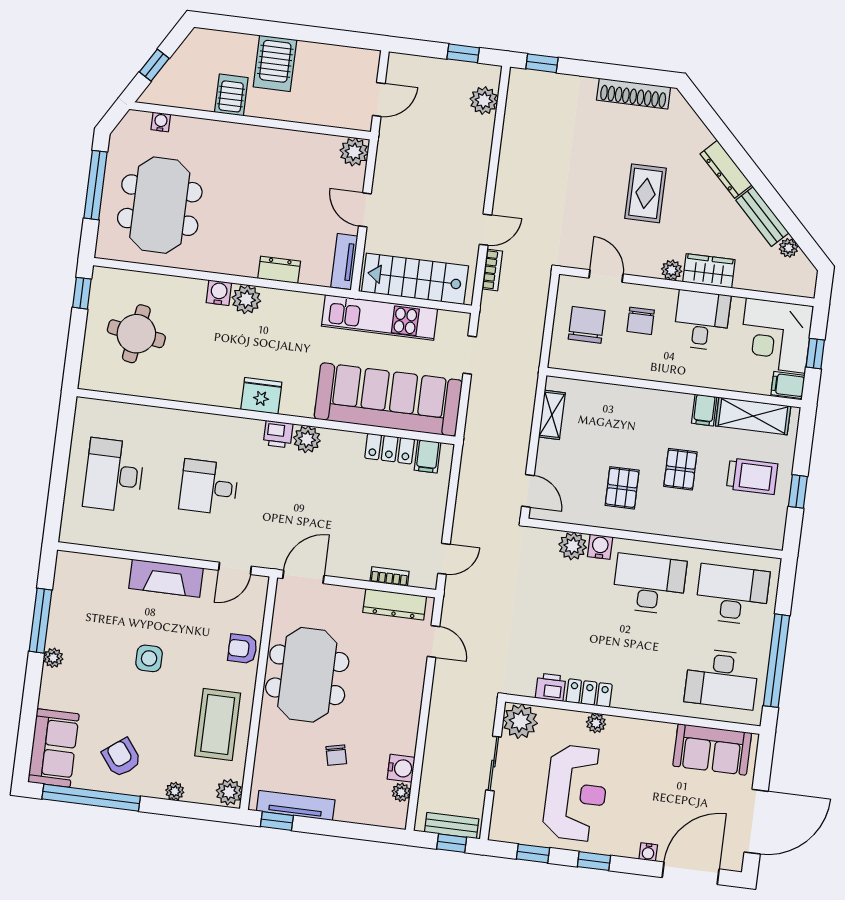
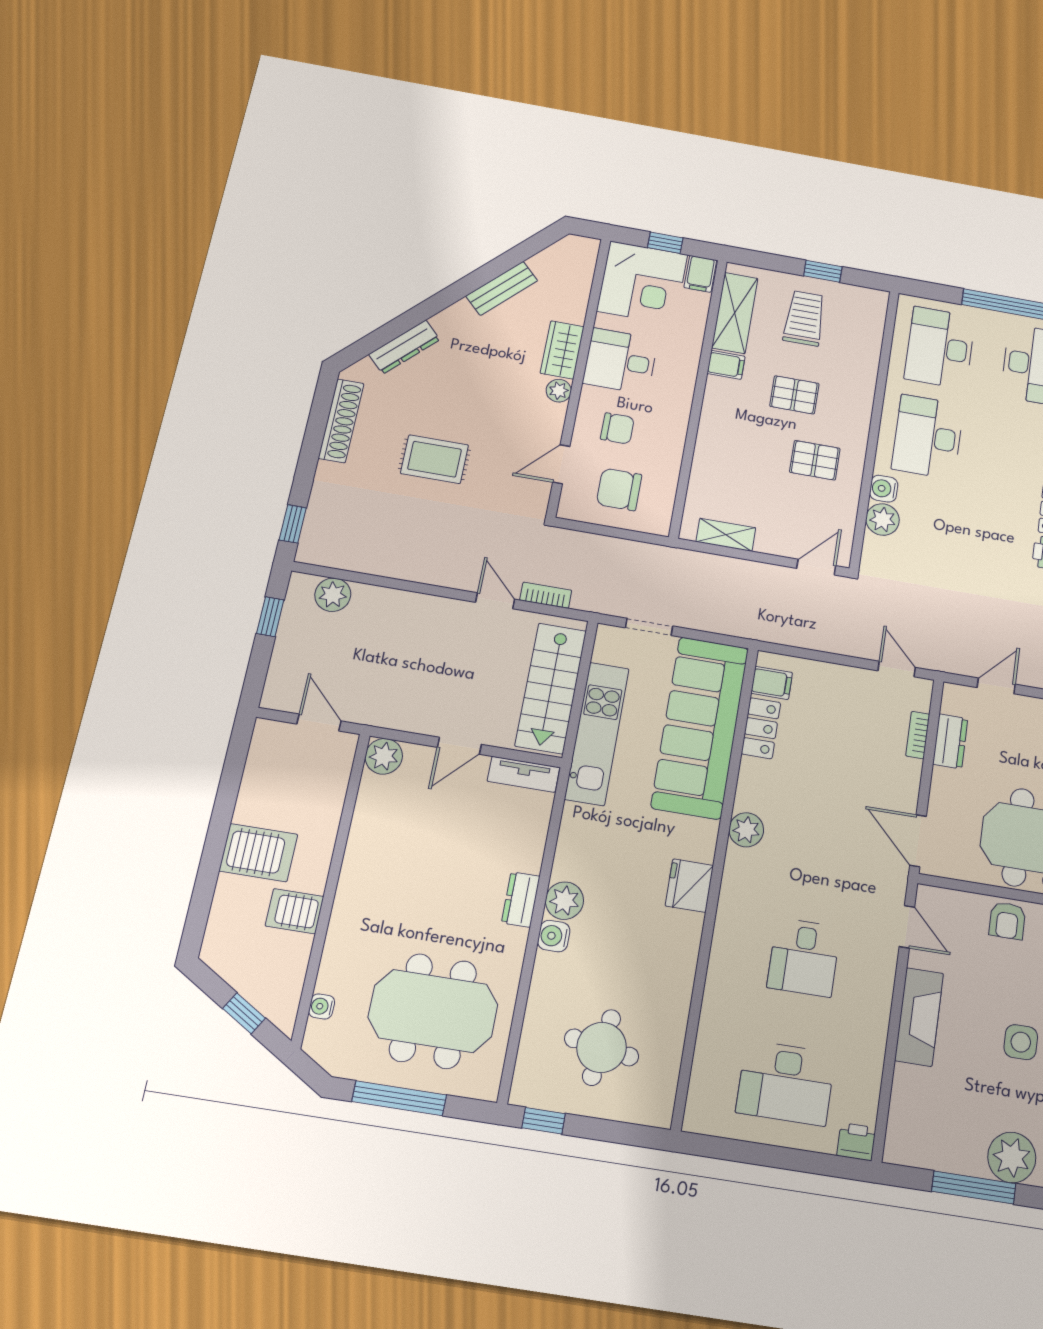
dresser: (726, 169) -> (404, 347), moved
rug: (646, 193) -> (435, 459), moved
plant: (789, 248) -> (541, 263), removed
dresser: (279, 270) -> (521, 900), moved
printer: (278, 434) -> (856, 1142), moved, turned -90
dresser: (395, 604) -> (950, 741), width x0.70
plant: (53, 658) -> (1012, 1157), width x1.88, depth x1.88

